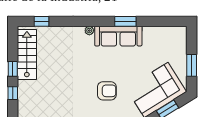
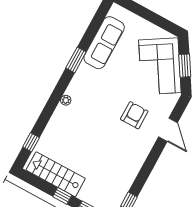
sofa: (118, 36) -> (104, 43), moved
window: (192, 65) -> (155, 19), removed

